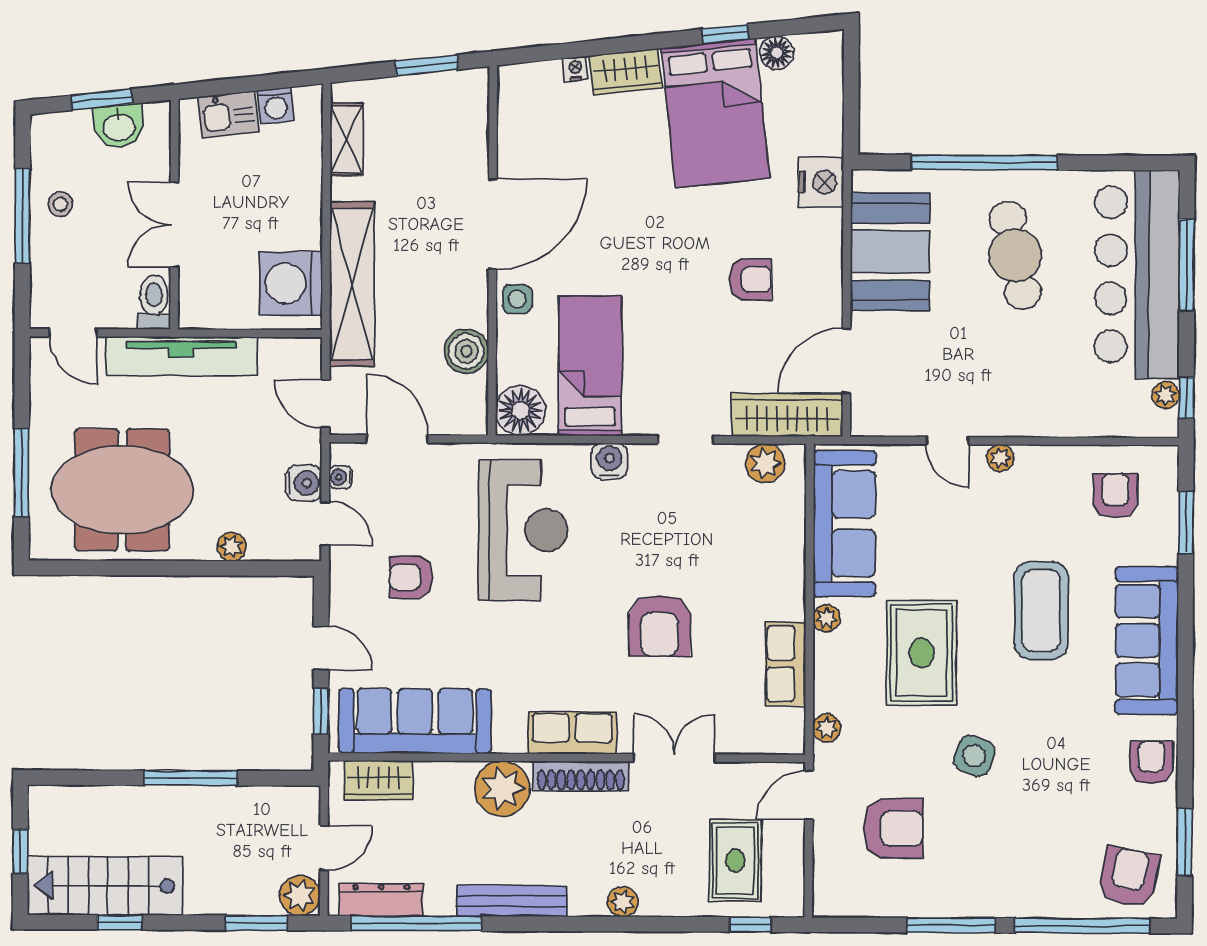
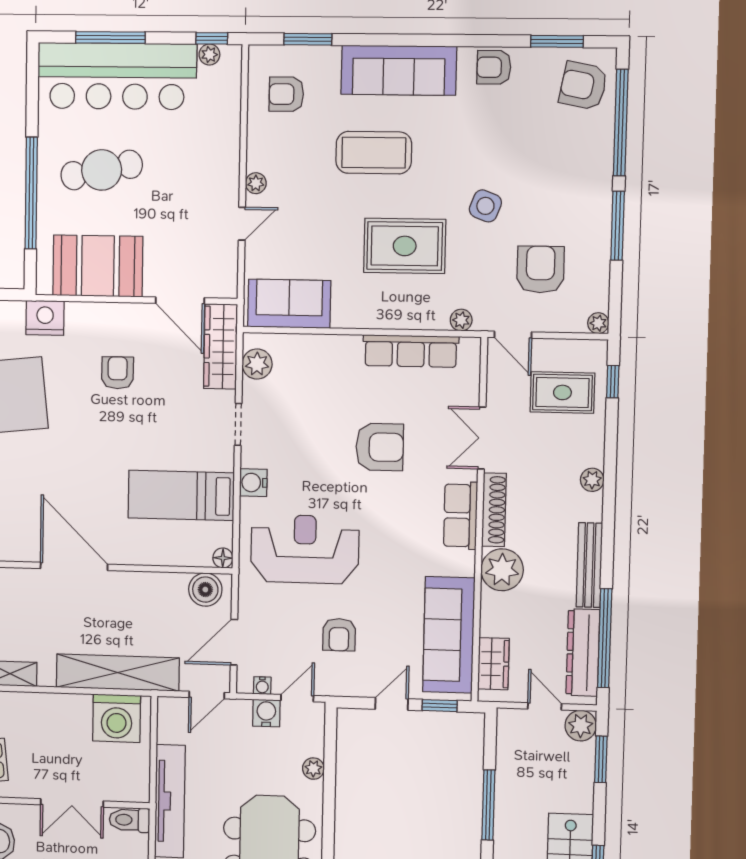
side table: (517, 299) -> (130, 549), removed
boiler: (466, 351) -> (205, 590), moved
floor lamp: (521, 411) -> (223, 558), width x0.53, depth x0.53
sofa: (844, 524) -> (289, 304), width x0.73
plant: (827, 618) -> (598, 323), moved
row of seats: (786, 664) -> (411, 351), width x1.48
dresser: (381, 900) -> (583, 653), width x1.37, depth x1.24

